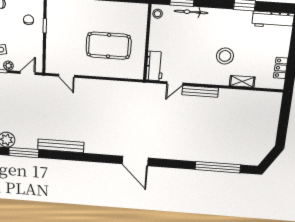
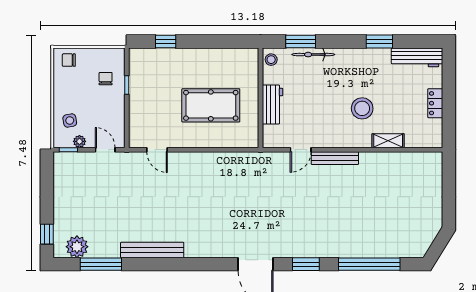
workbench: (155, 66) -> (273, 105), moved
locker: (281, 68) -> (435, 103), moved
door: (28, 73) -> (105, 150), hinge flipped
window: (172, 164) -> (306, 264), added

